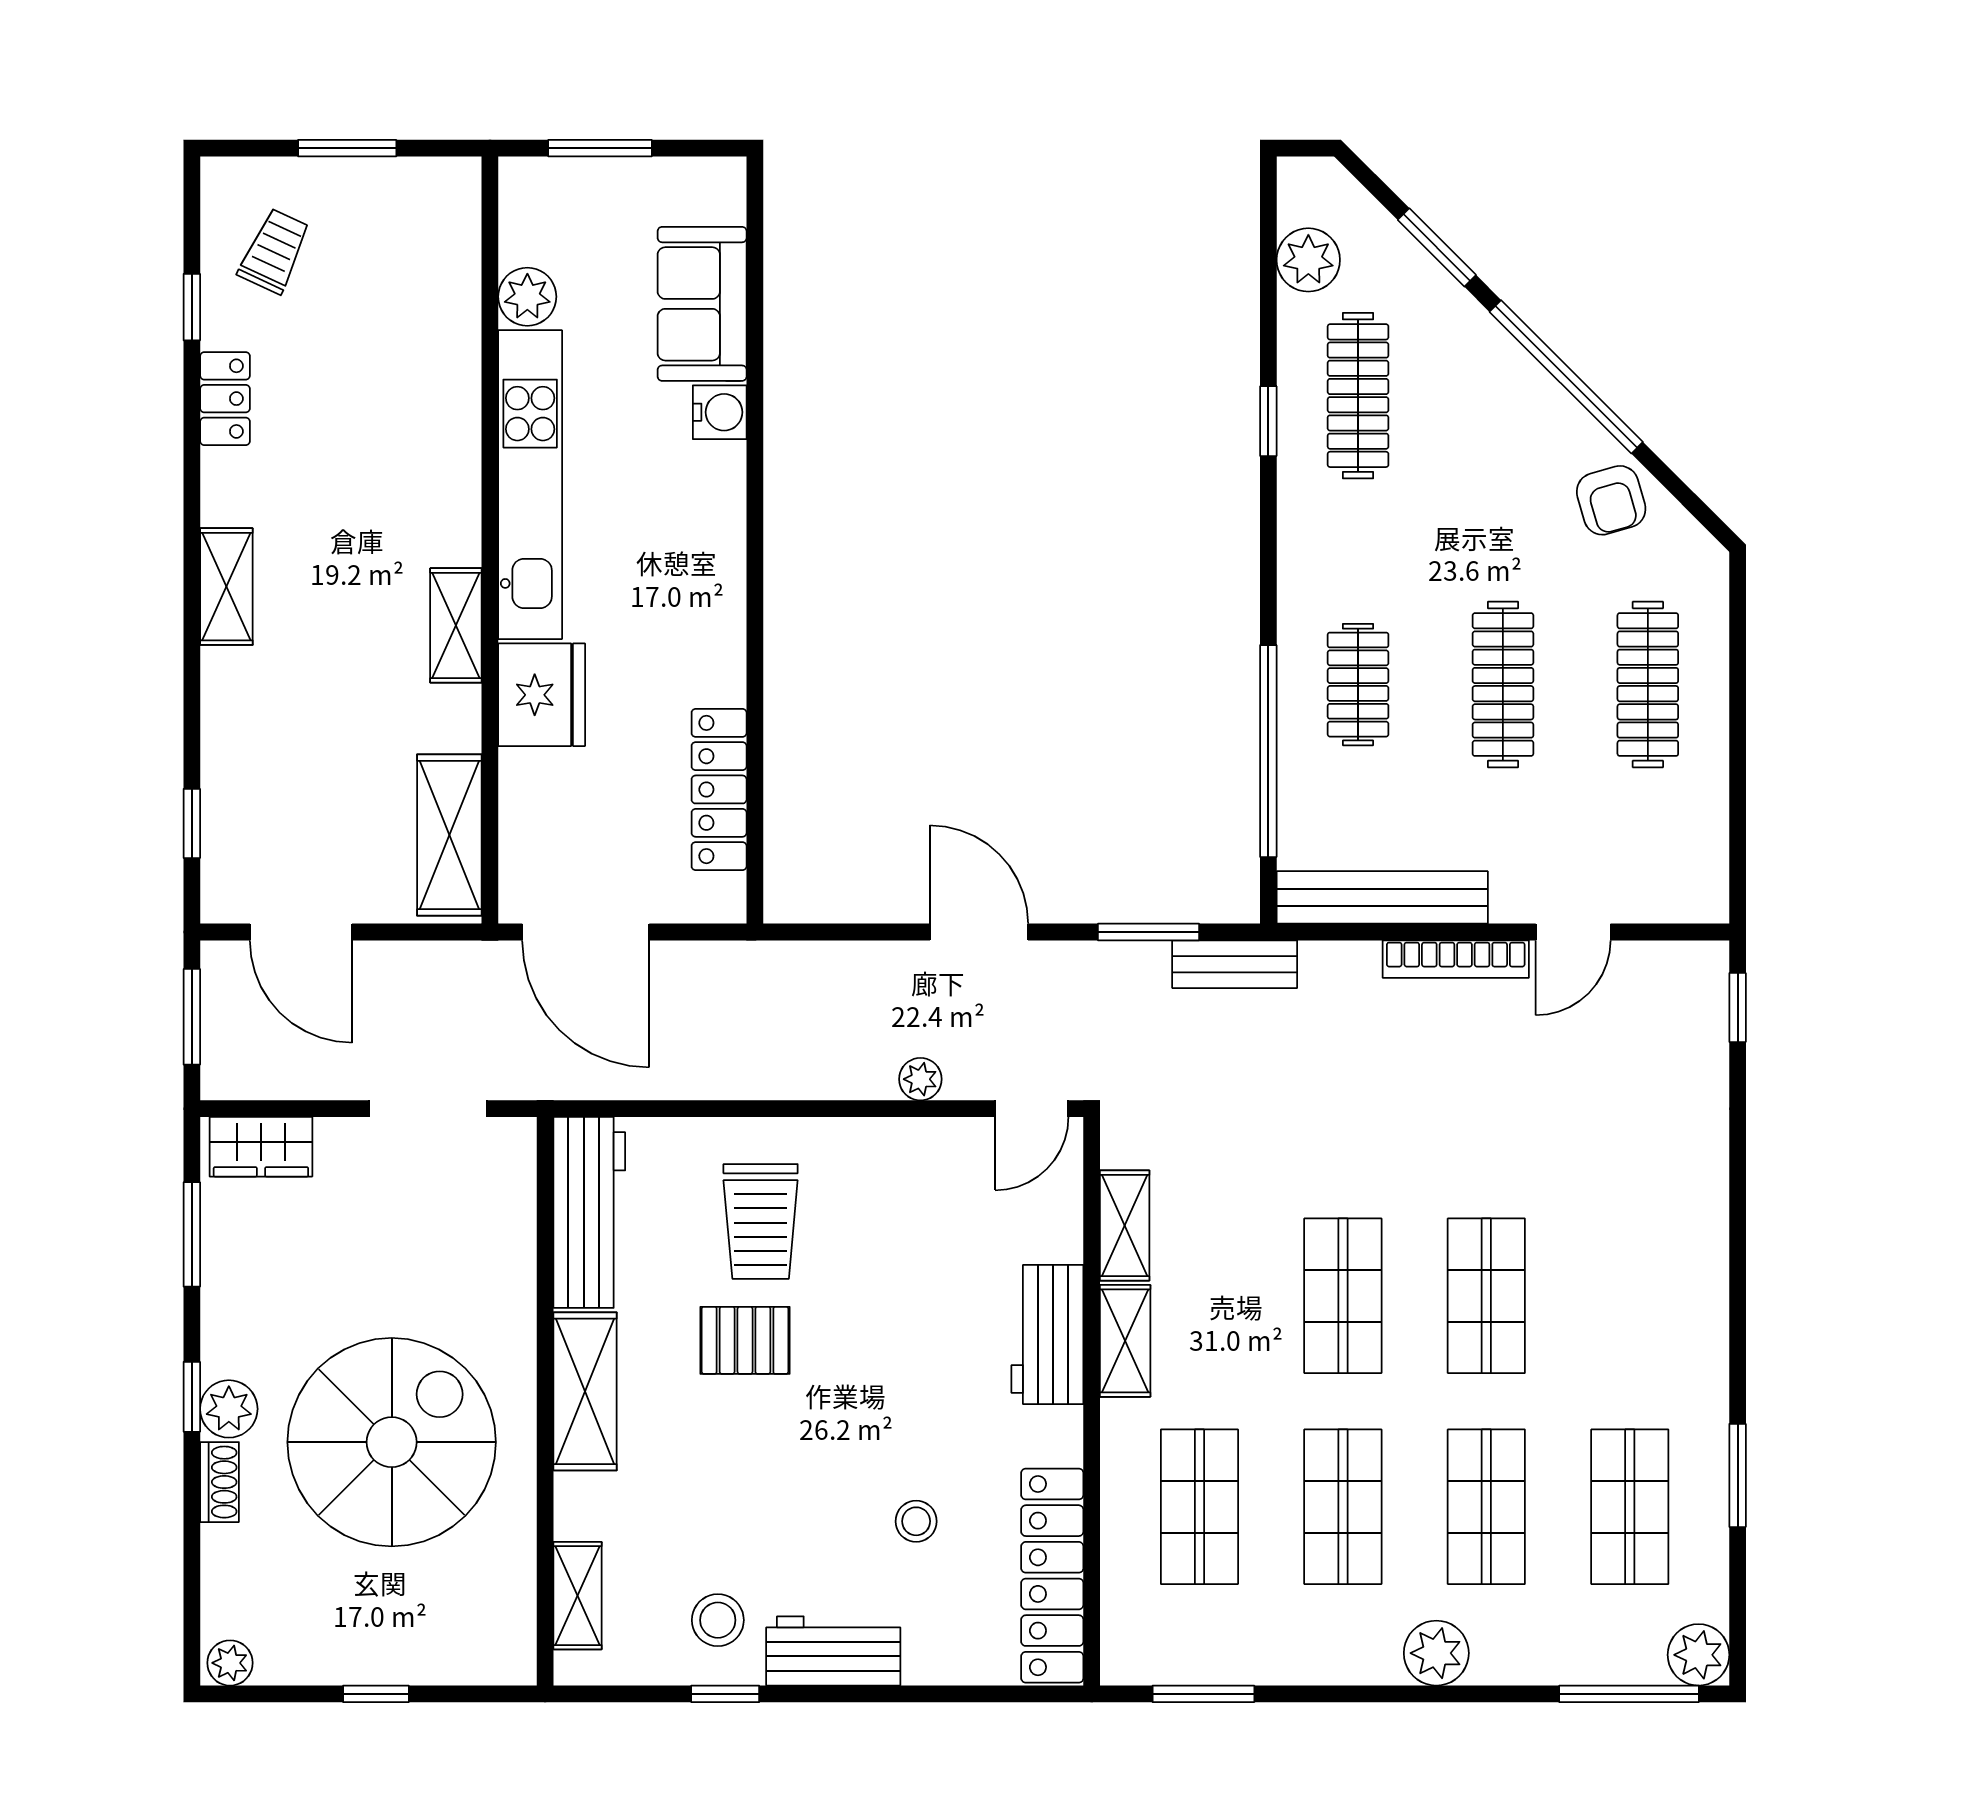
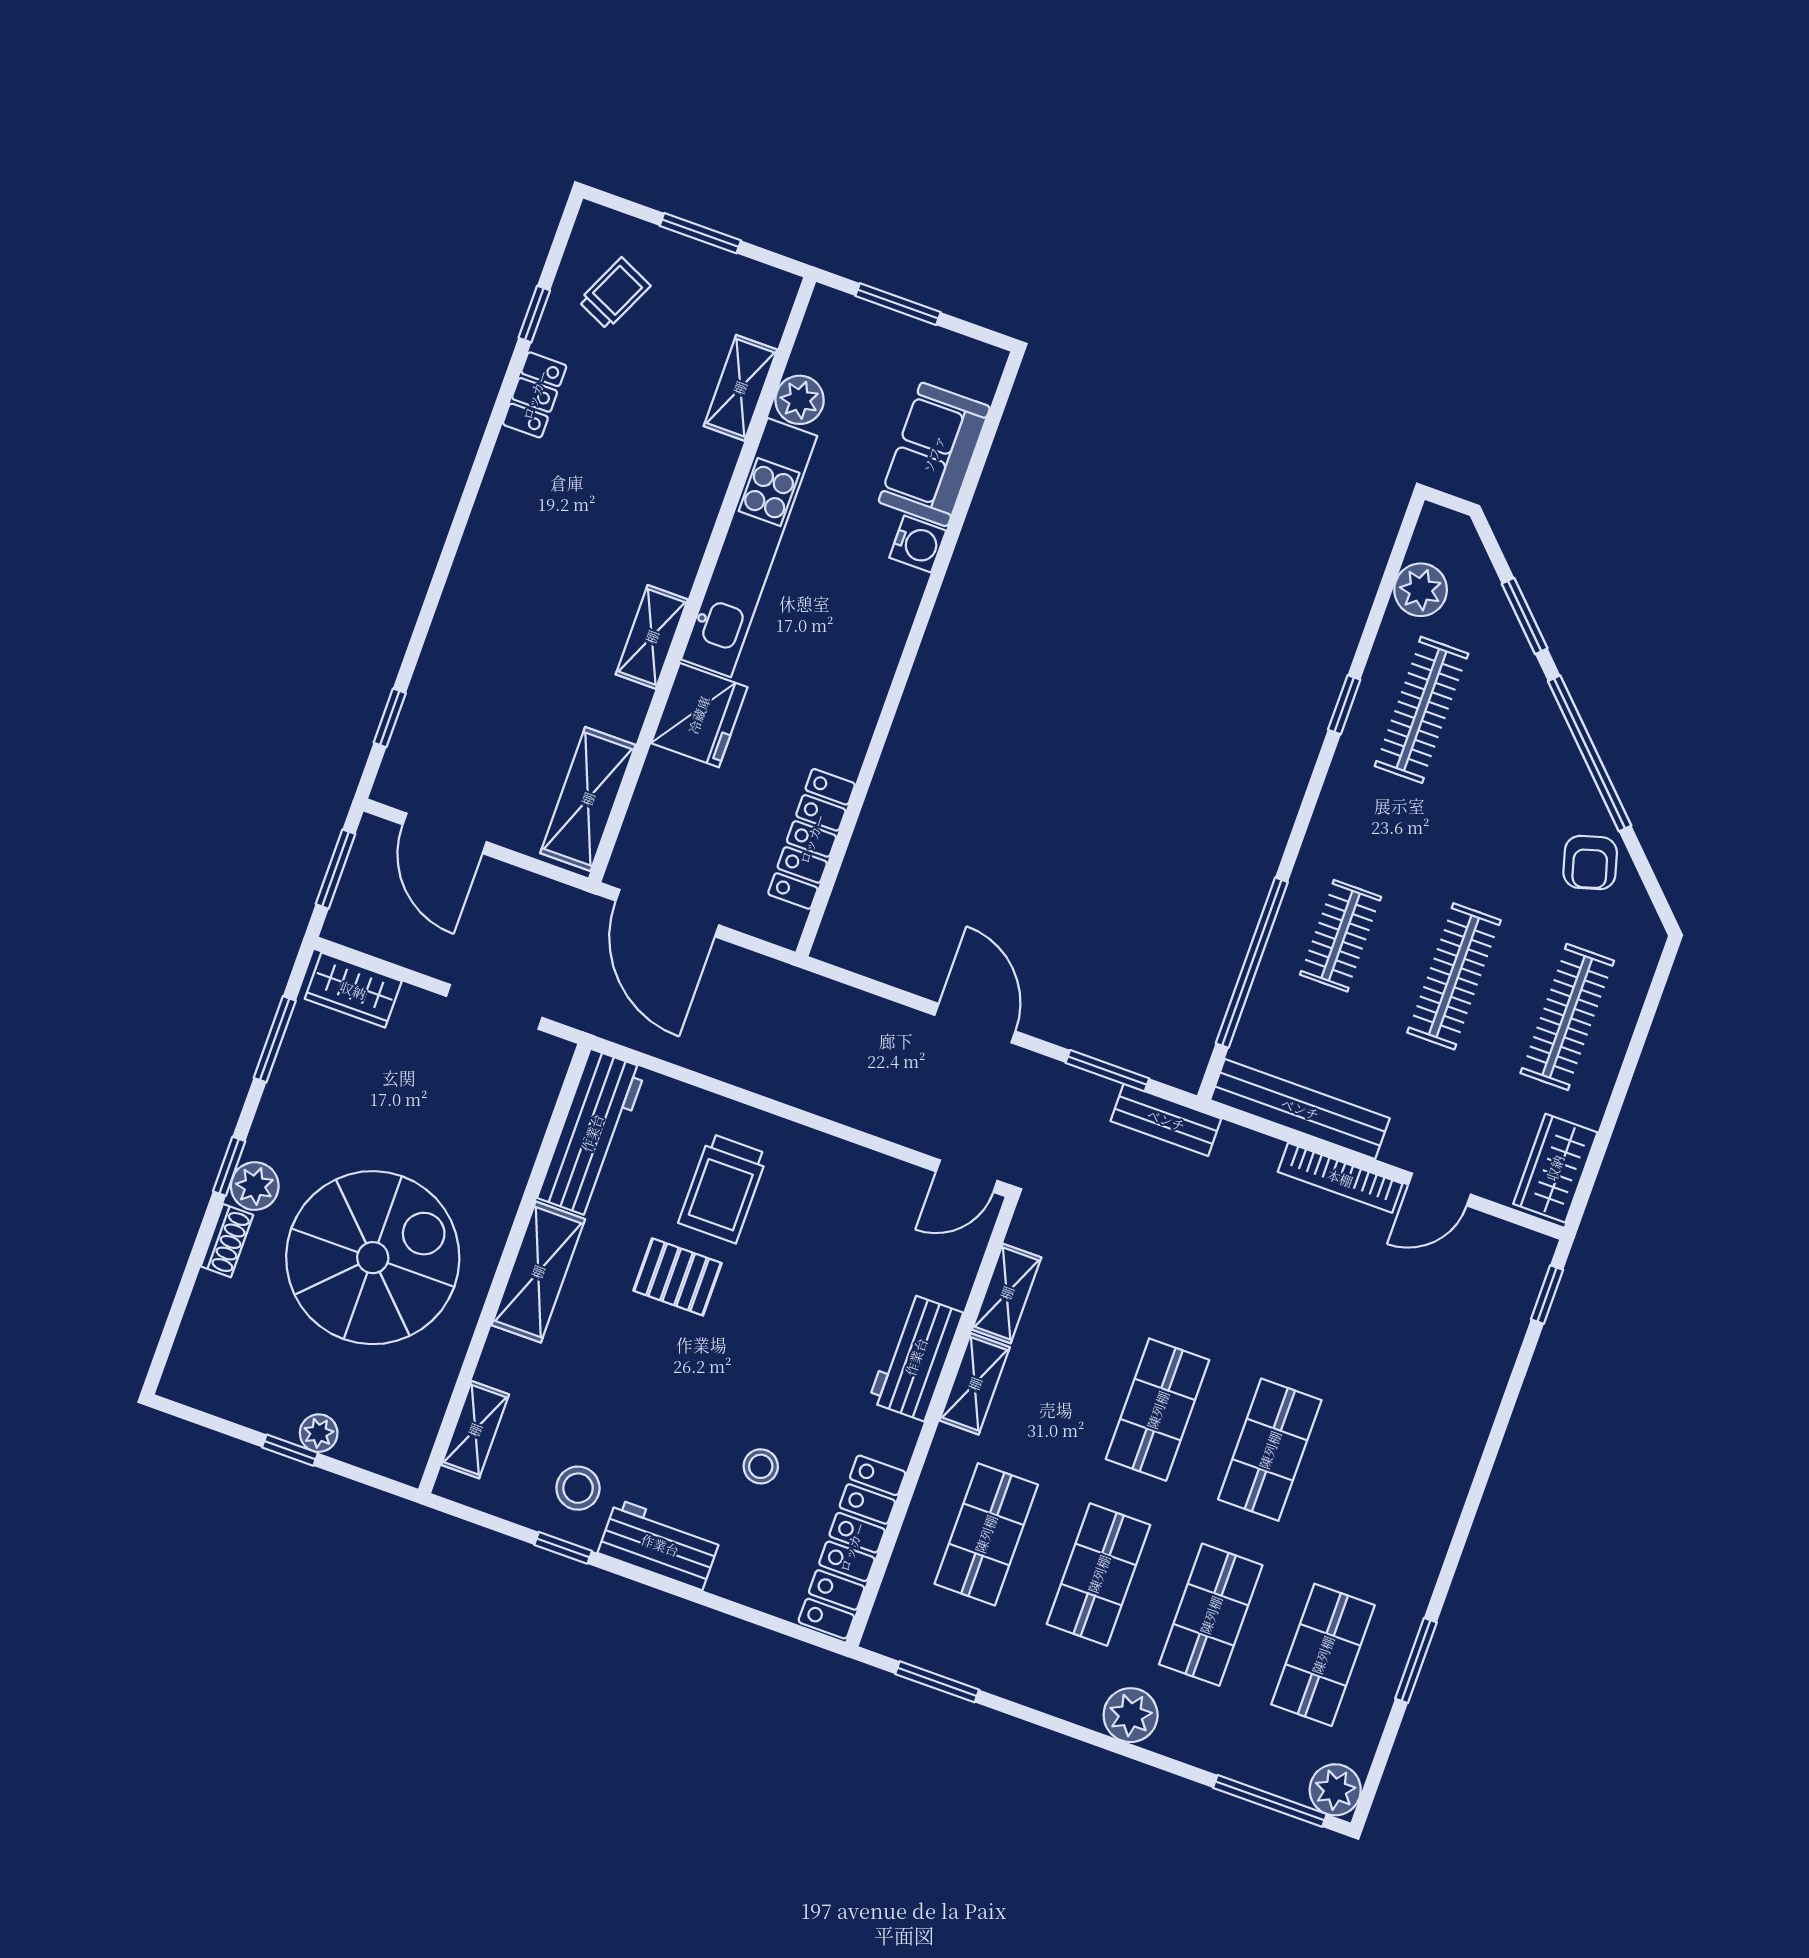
shelving: (226, 587) -> (740, 388), moved
wardrobe: (1696, 861) -> (1555, 1168), added
plant: (920, 1079) -> (888, 1122), removed
plant: (230, 1663) -> (319, 1433), moved

